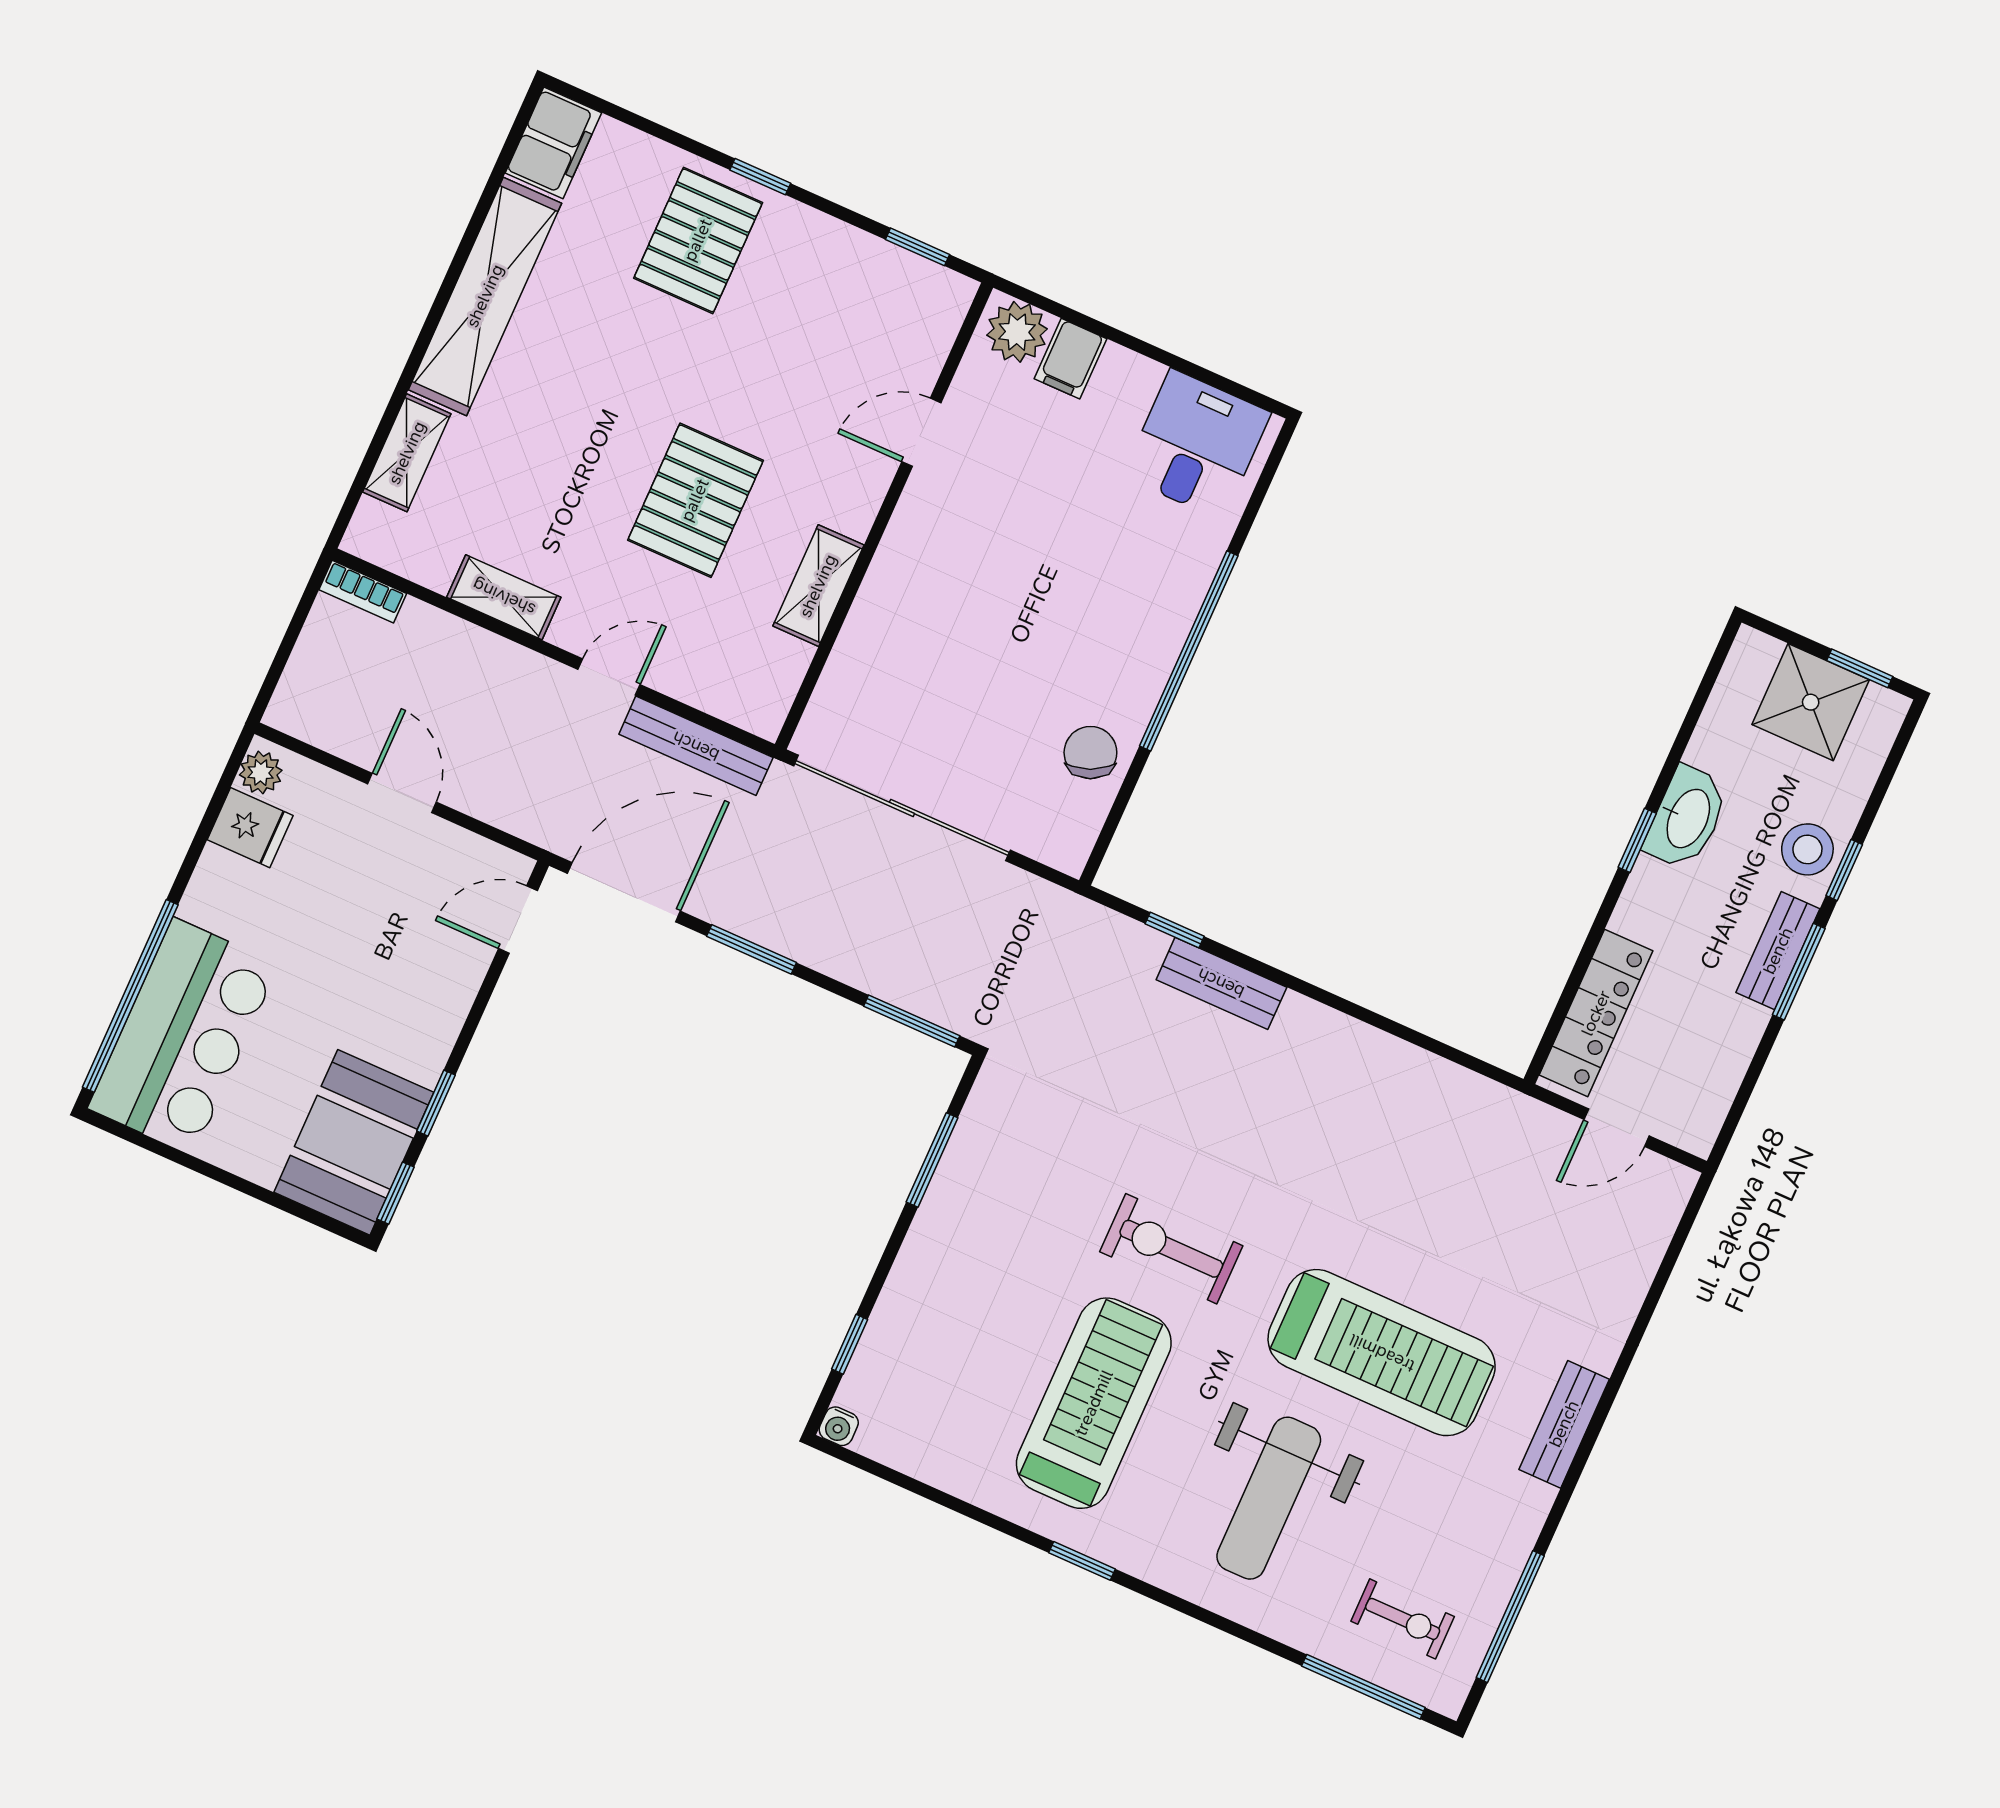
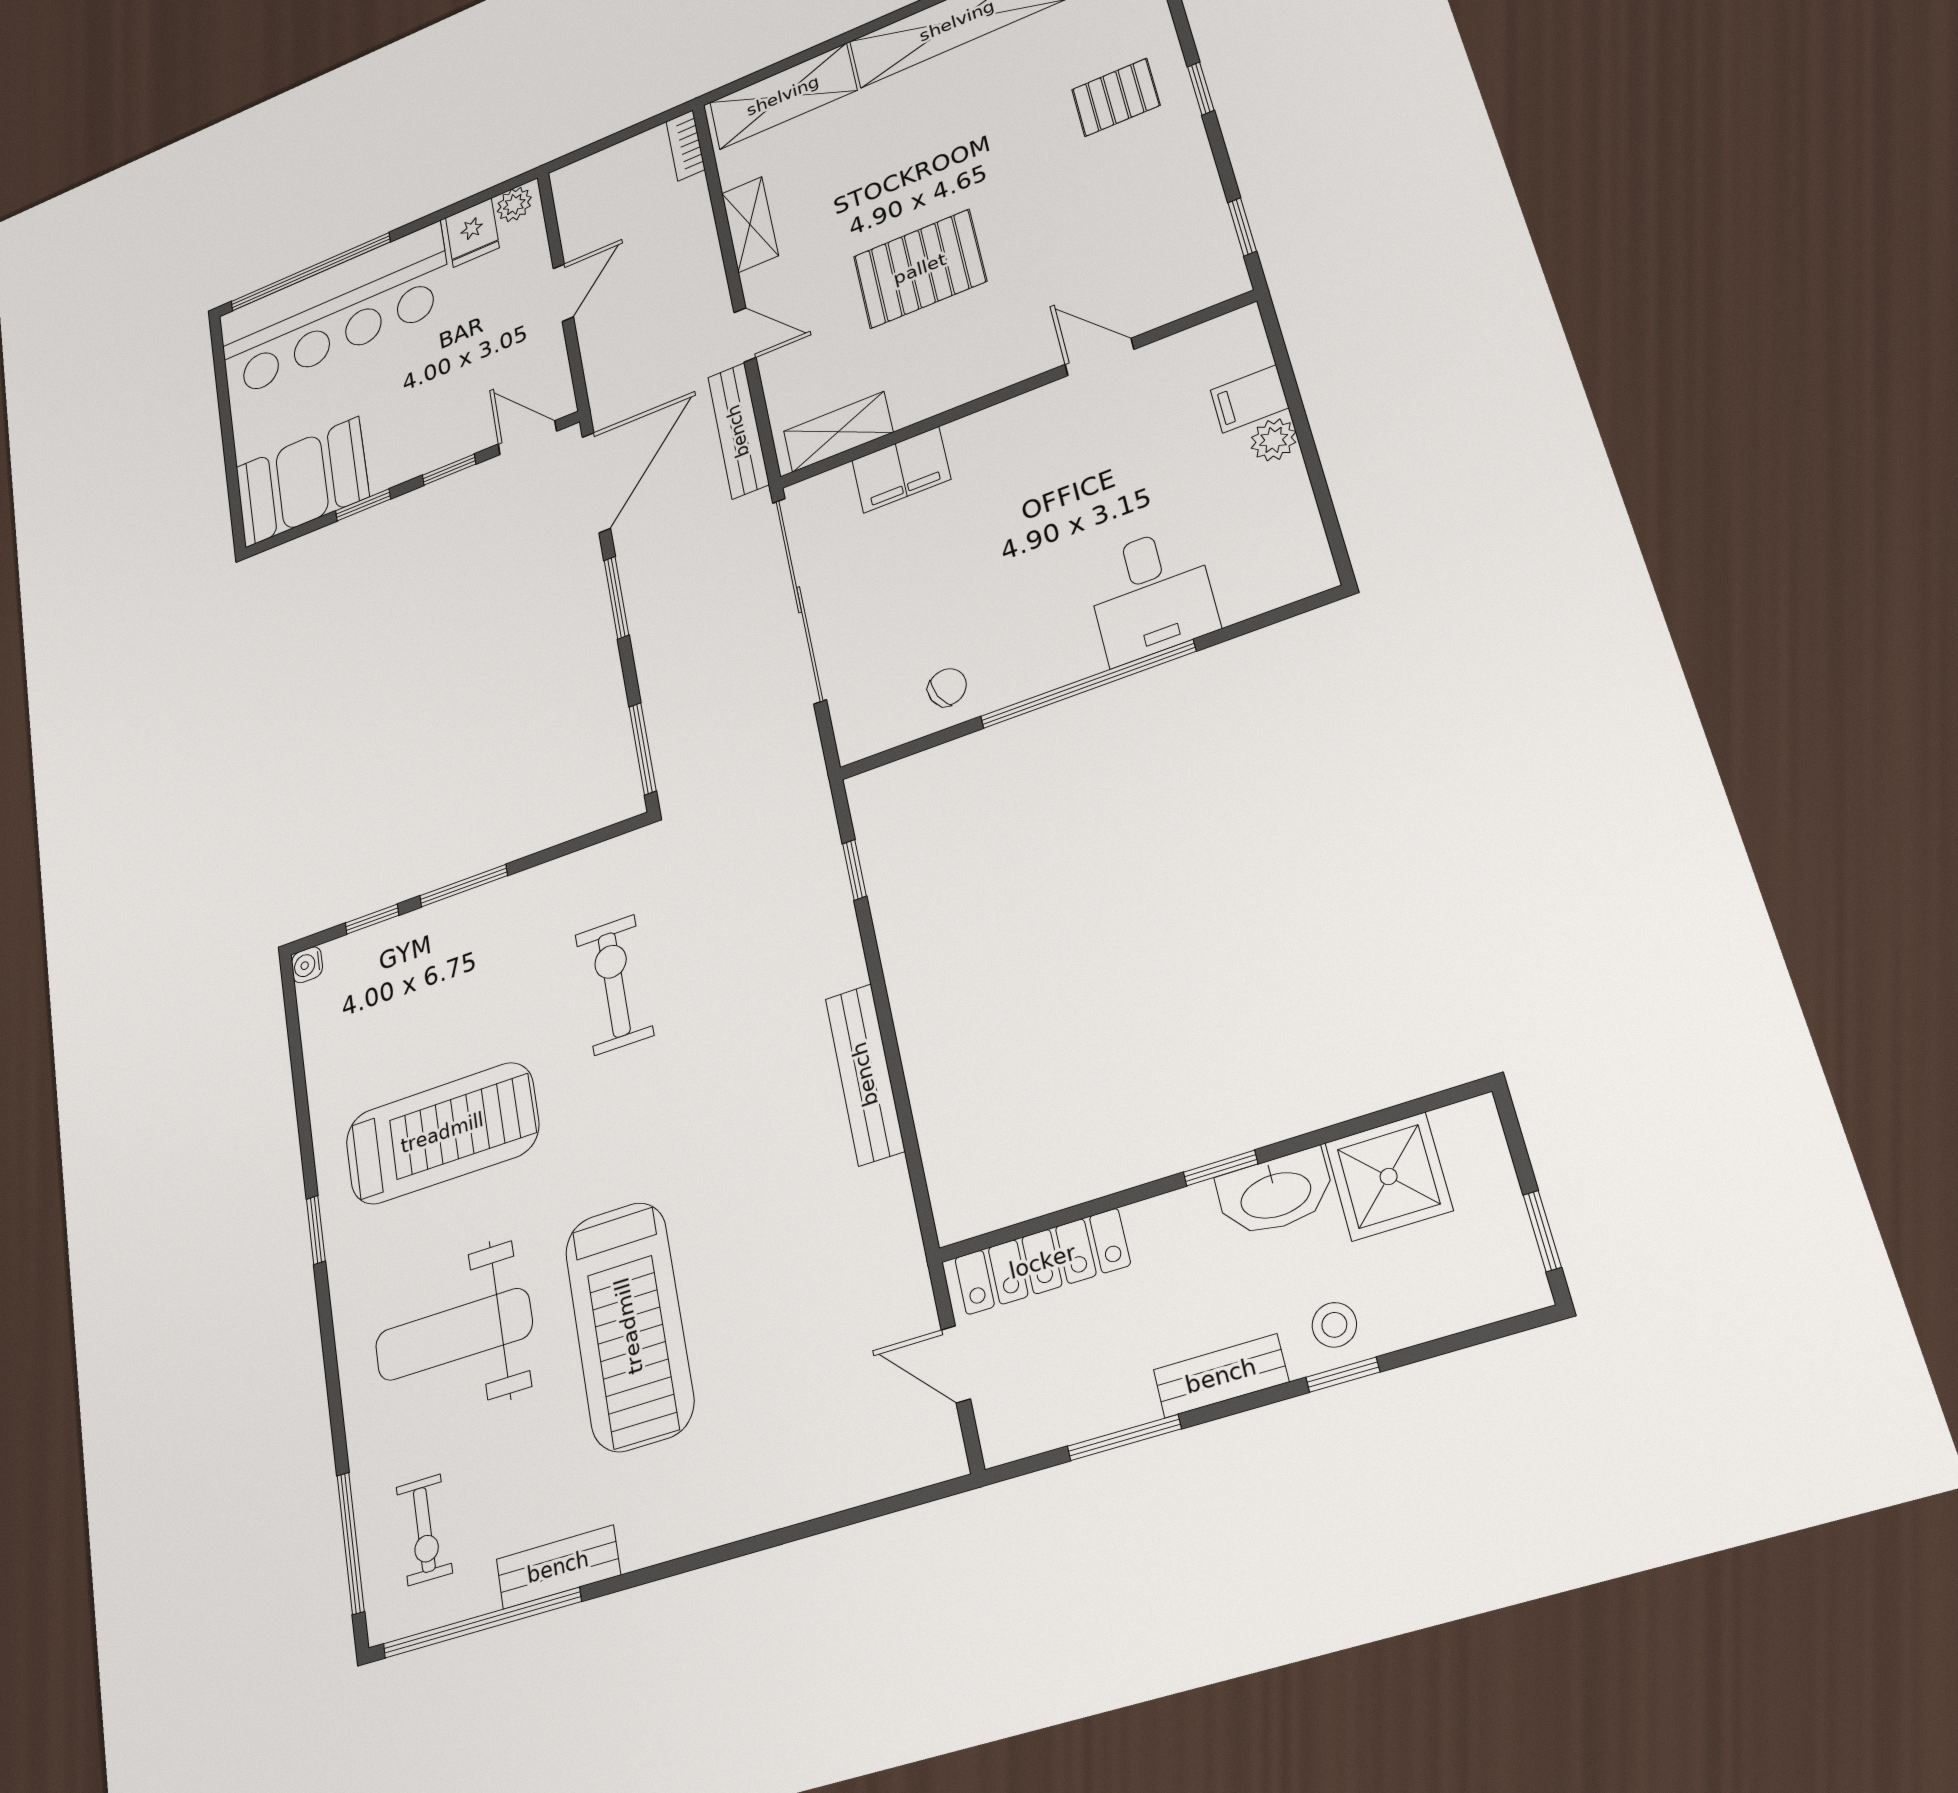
pallet: (698, 240) -> (1116, 97), width x0.67, depth x0.71
plant: (1017, 332) -> (1274, 440), moved, width x0.73, depth x0.73
desk: (1197, 444) -> (1151, 594), moved, turned 90
shelving: (407, 453) -> (783, 96), width x1.50, depth x1.33
shelving: (818, 586) -> (838, 432), moved
filing cabinet: (866, 649) -> (901, 470), added
shower: (1811, 702) -> (1389, 1177), moved
chair: (1090, 753) -> (947, 687), width x0.73, depth x0.73
stool: (1807, 849) -> (1334, 1325), width x0.73, depth x0.73
door: (624, 892) -> (596, 482), hinge flipped
window: (1799, 972) -> (1124, 1438), moved
bench: (1221, 983) -> (865, 1074), moved, width x1.36
bar counter: (183, 1036) -> (334, 311), width x1.36
window: (932, 1160) -> (463, 886), moved
window: (396, 1193) -> (449, 470), moved
exercise bike: (1171, 1249) -> (614, 985), moved
bench: (1564, 1424) -> (558, 1567), moved
window: (1510, 1617) -> (481, 1623), width x1.46

